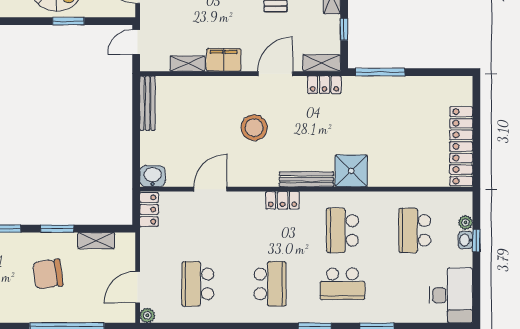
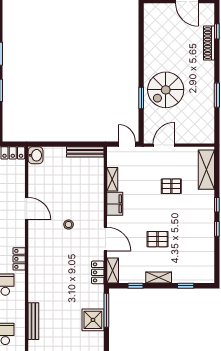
stool: (254, 128) -> (69, 225), width x0.53, depth x0.53
shower: (351, 171) -> (93, 320), moved
bench: (306, 179) -> (33, 321), moved
door: (210, 189) -> (27, 209), moved
locker: (283, 200) -> (19, 259), moved

